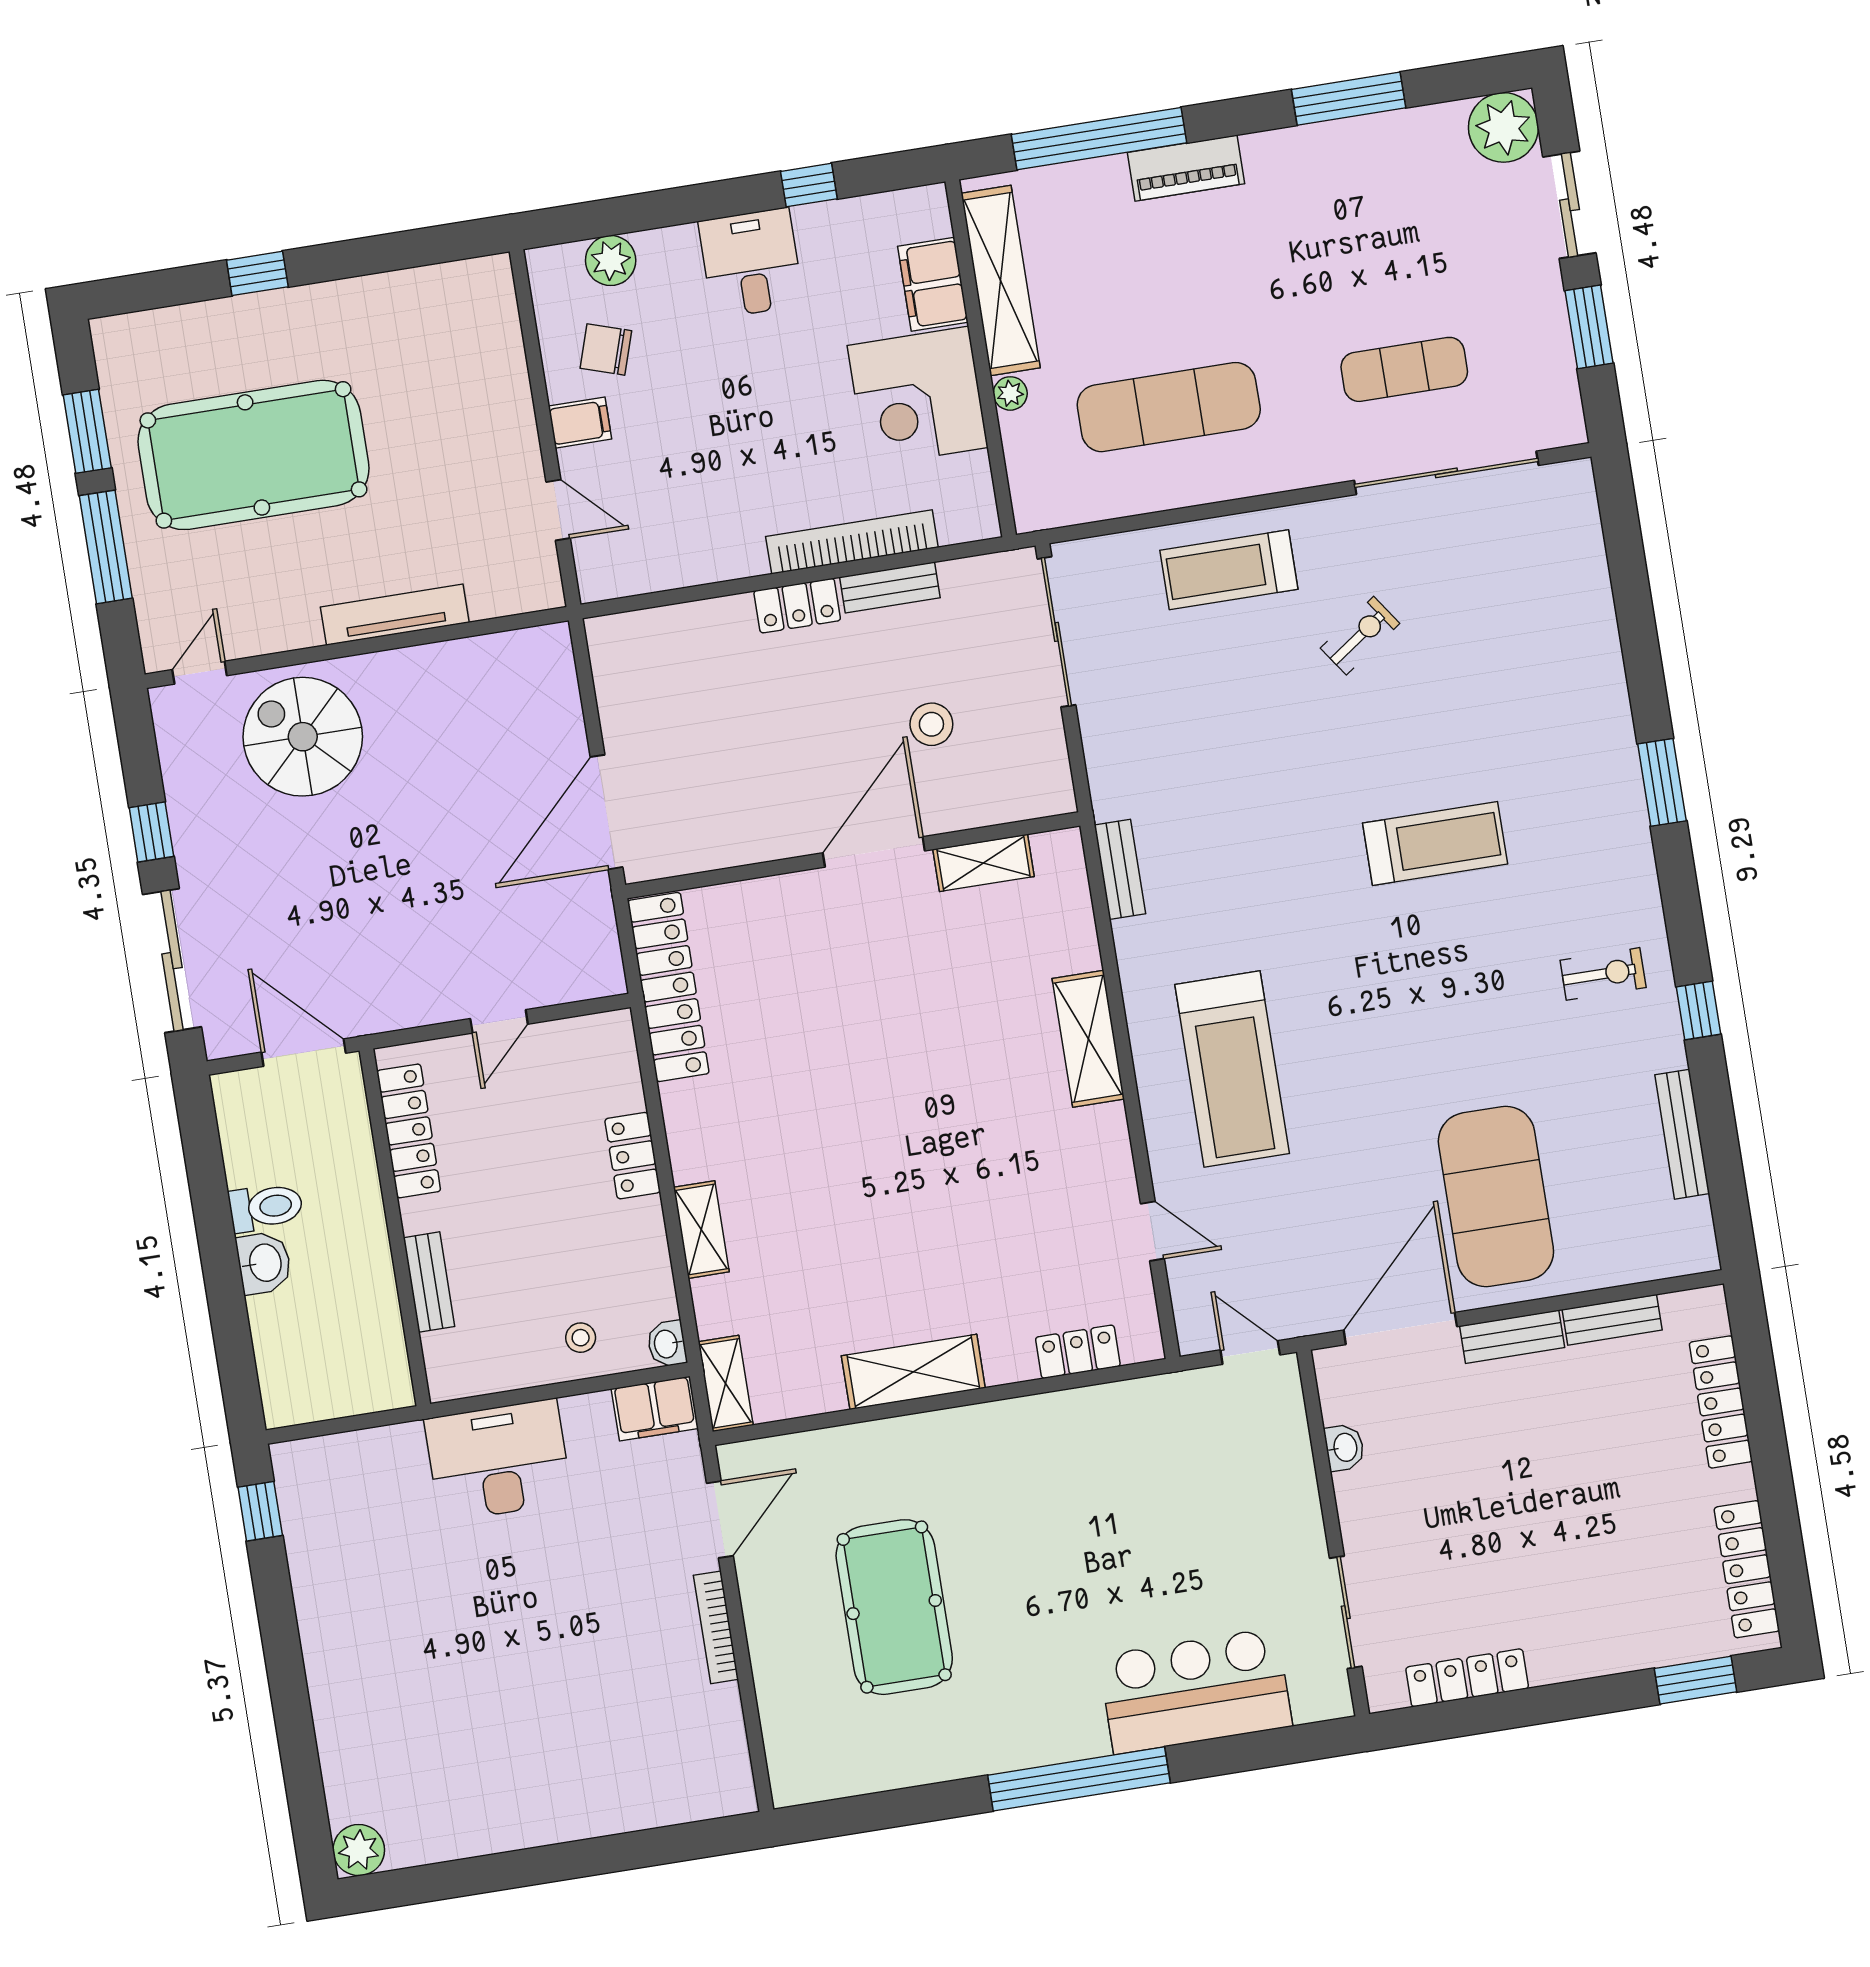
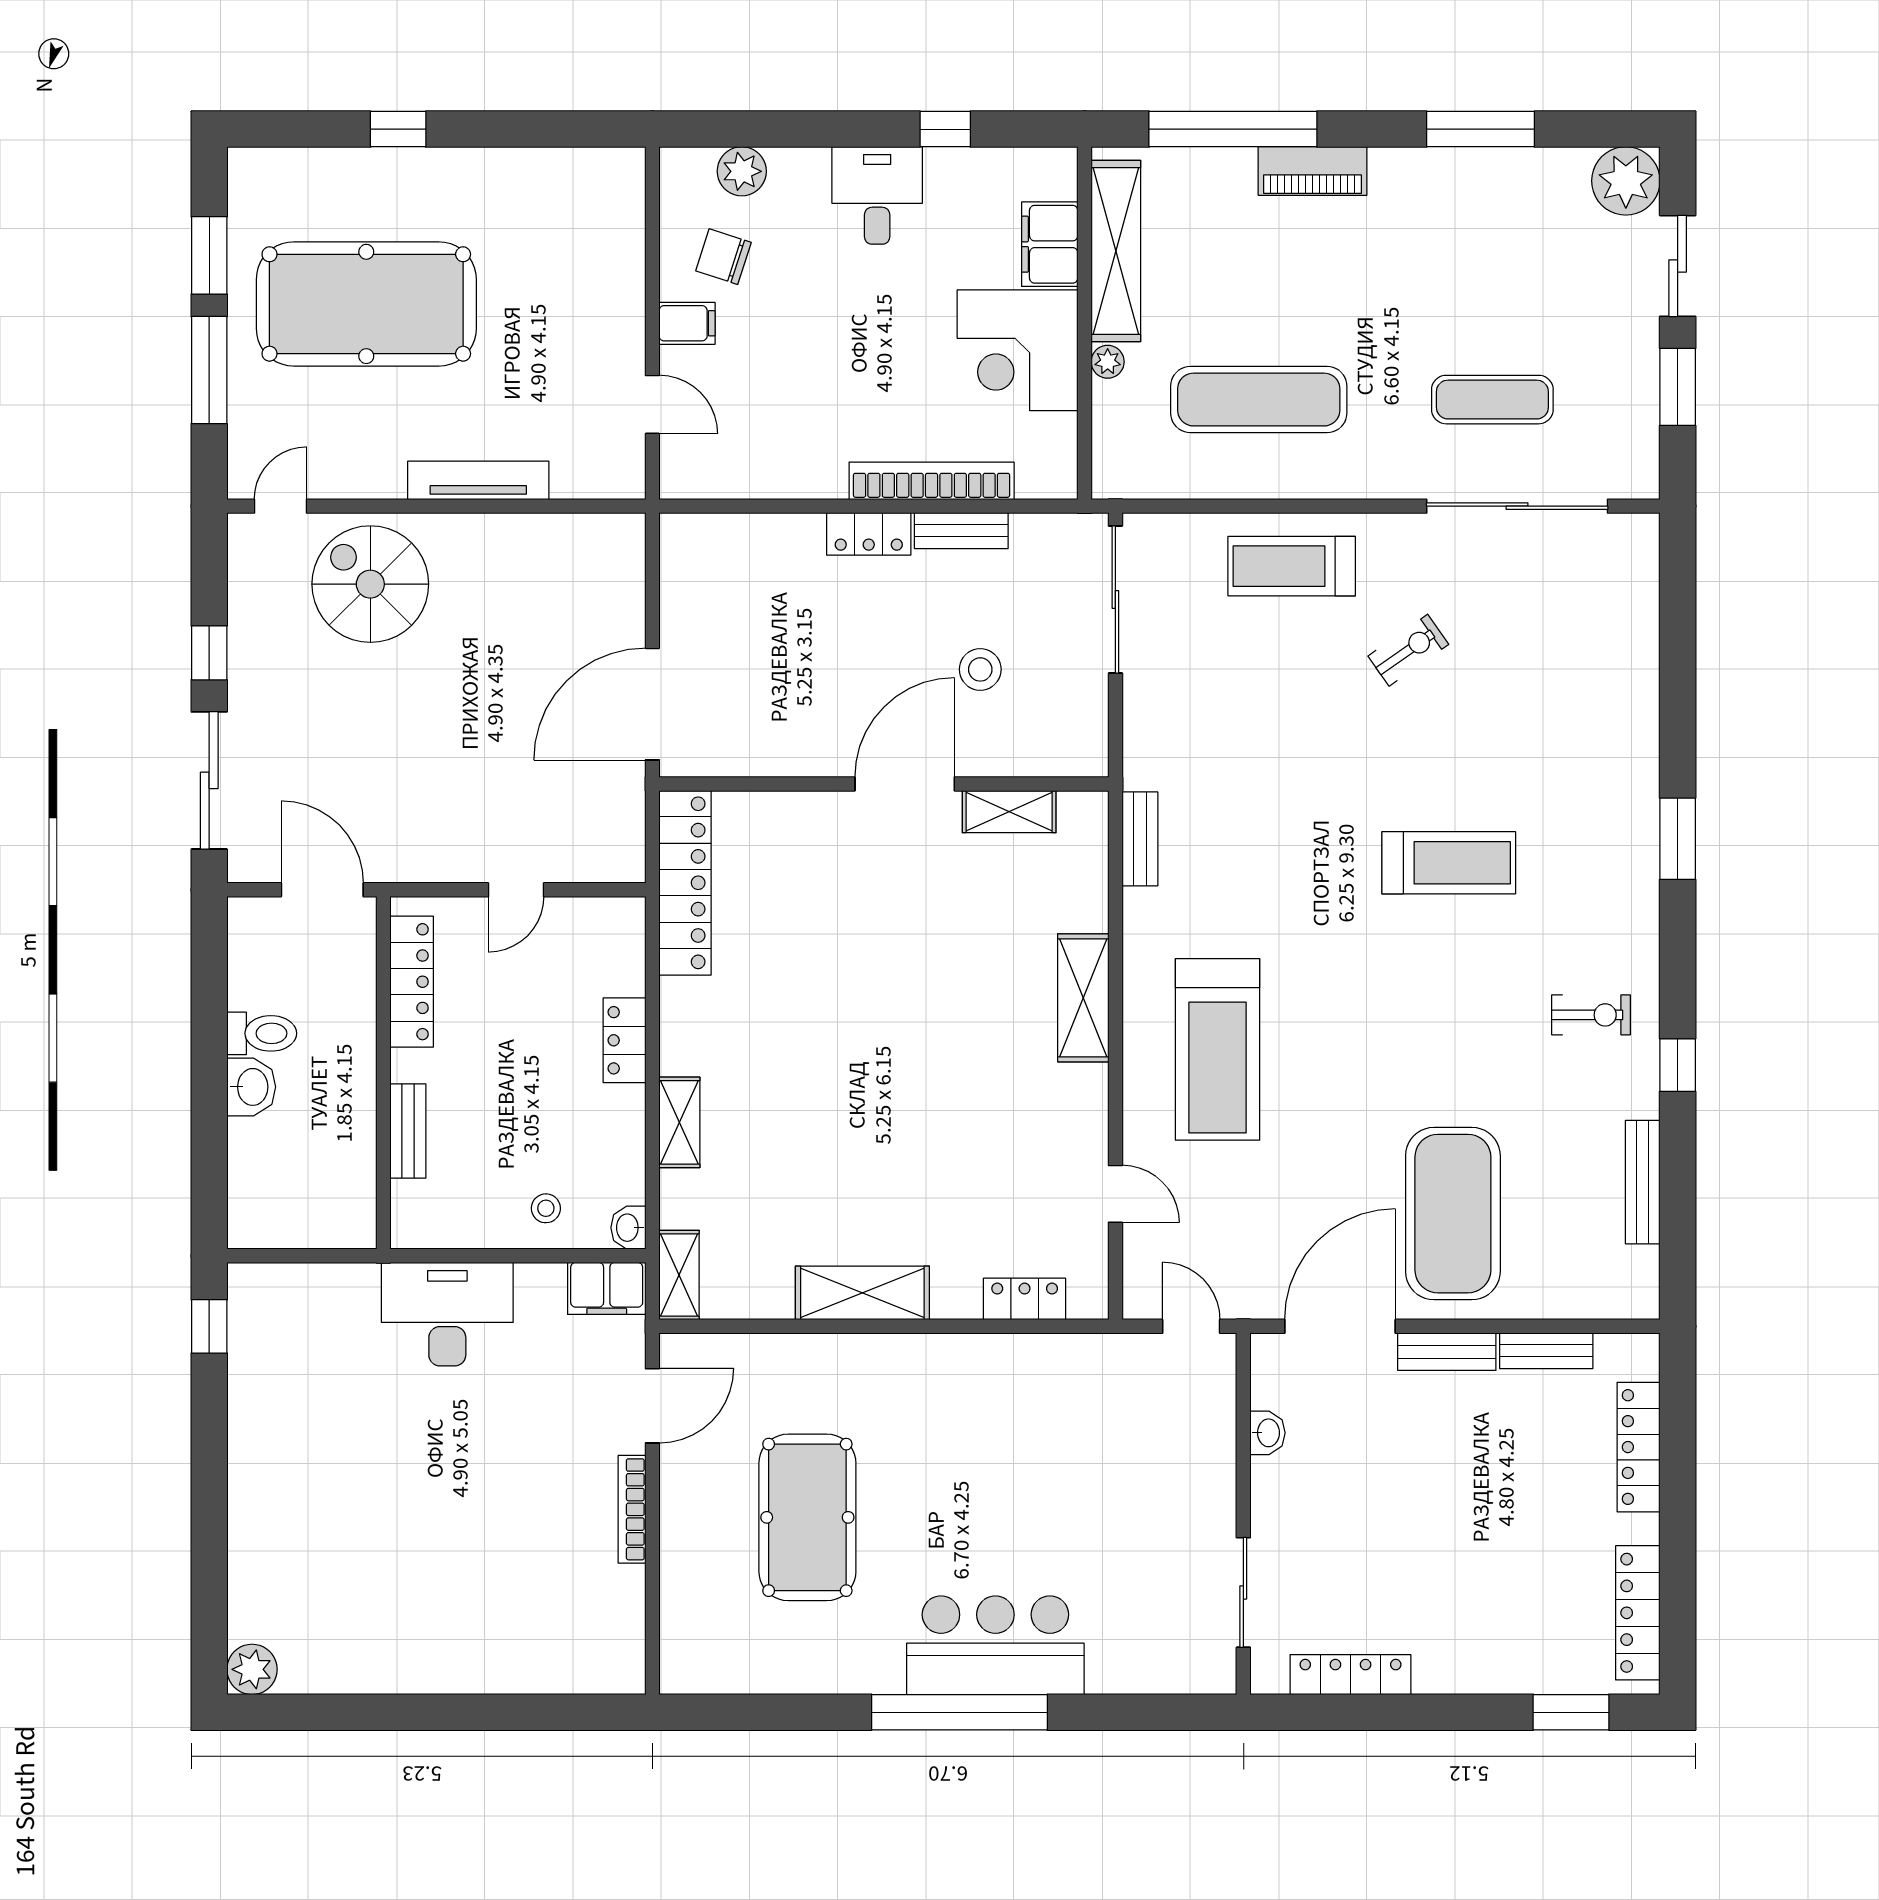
bar counter: (1195, 1691) -> (995, 1645), moved

